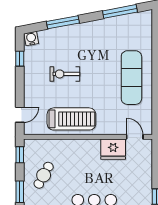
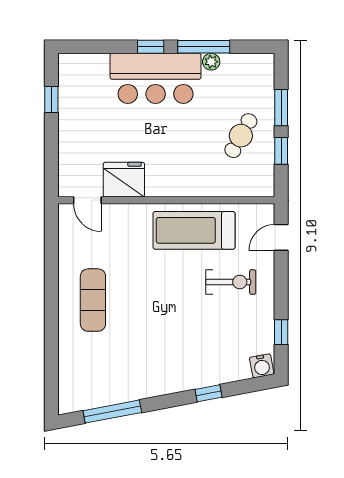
window: (63, 22) -> (209, 393), width x0.46
exercise bike: (65, 74) -> (231, 282), moved
exercise mat: (131, 78) -> (93, 300), width x0.73, depth x0.69
window: (20, 155) -> (281, 151), moved

